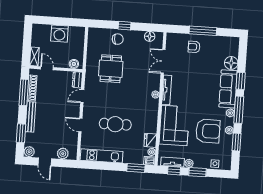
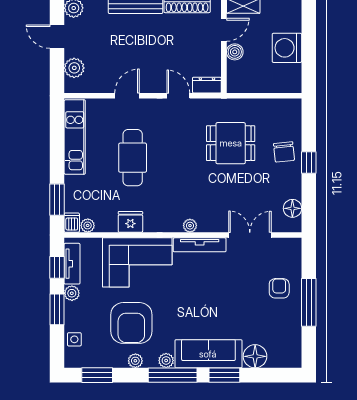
boiler: (74, 64) -> (235, 52), moved
fridge: (150, 140) -> (130, 222), moved
window: (237, 142) -> (97, 375), moved
door: (45, 162) -> (57, 37), hinge flipped

